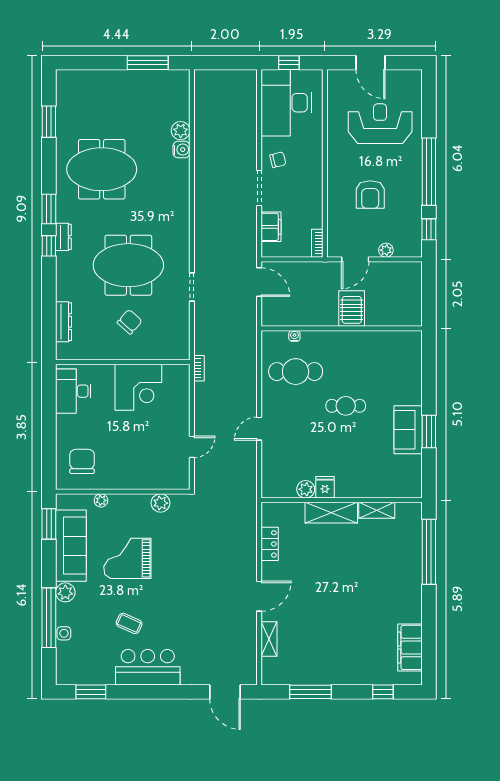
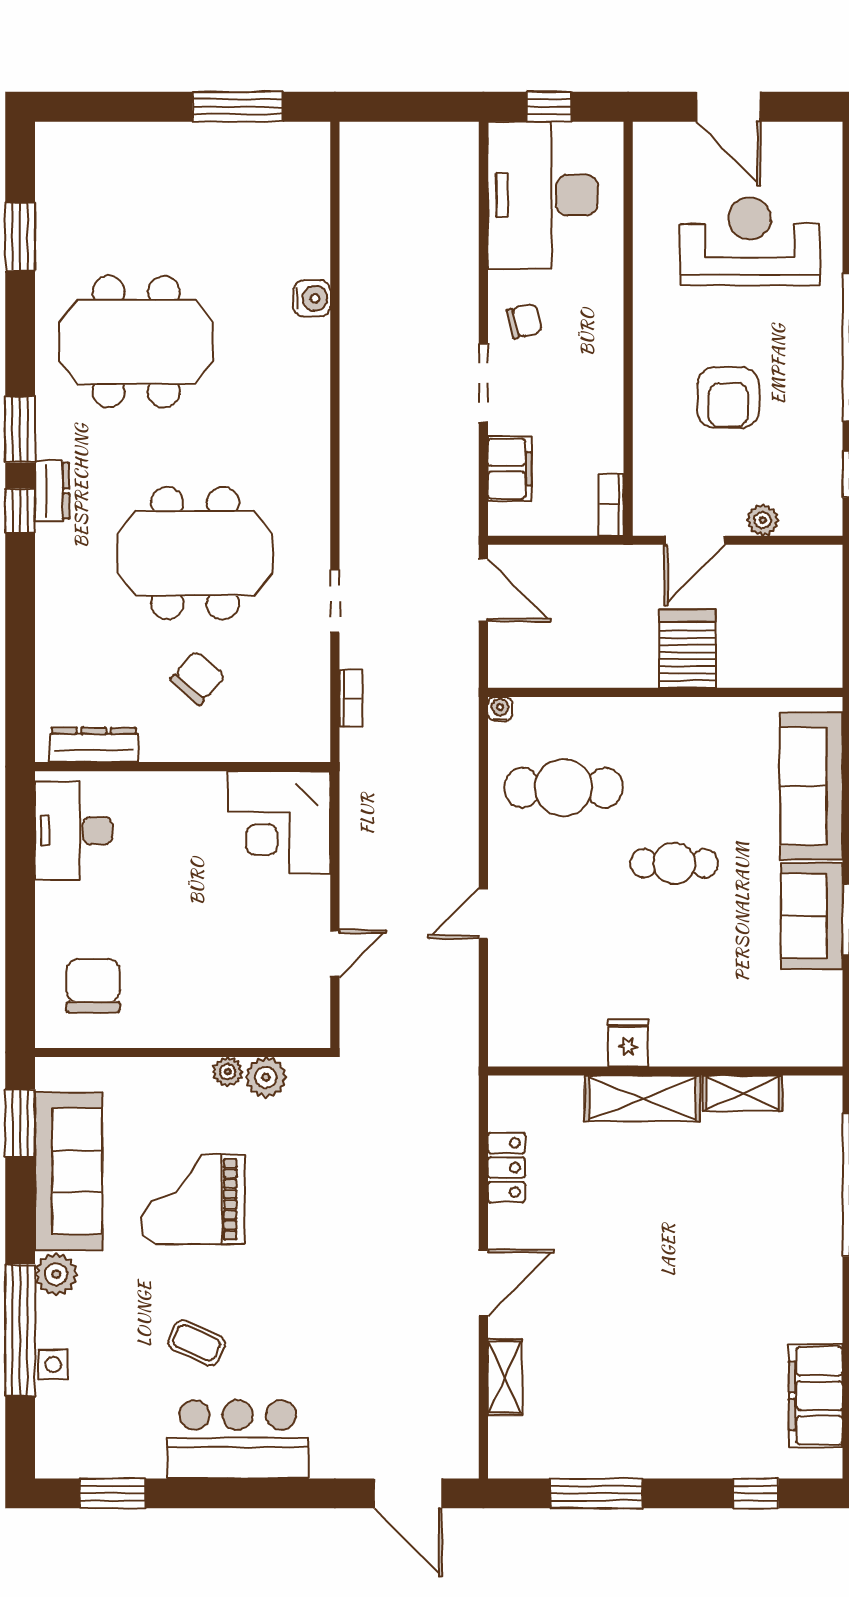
plant: (181, 131) -> (310, 257), removed
dresser: (64, 322) -> (94, 745), moved, turned -90
water cooler: (294, 336) -> (500, 709), moved
bookcase: (199, 368) -> (351, 698), moved
sofa: (408, 371) -> (811, 786), added
corner desk: (138, 387) -> (279, 822), moved, turned 90
plant: (306, 489) -> (586, 1047), removed
plant: (101, 500) -> (228, 1072), moved

